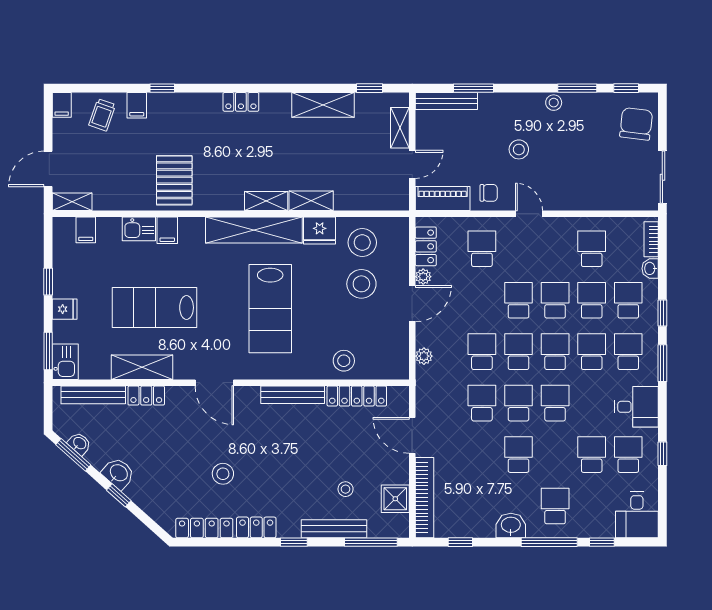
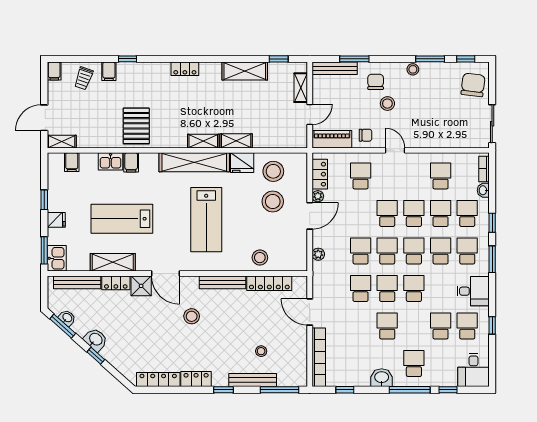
chair: (503, 120) -> (376, 82), added
stool: (223, 474) -> (192, 316), moved
shower: (395, 499) -> (141, 286), moved

